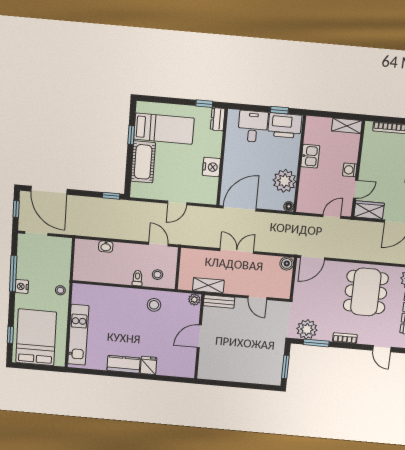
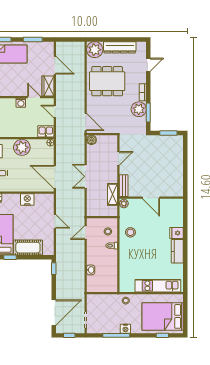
kitchen sink: (310, 156) -> (46, 131), moved
plant: (285, 181) -> (22, 147), moved
plant: (307, 329) -> (139, 109), moved

